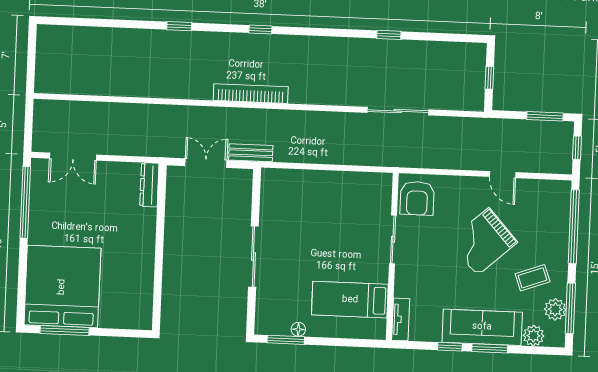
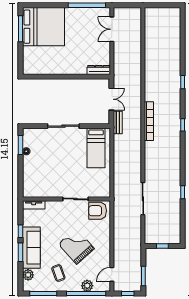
door: (503, 175) -> (112, 274), moved
bed: (350, 300) -> (96, 148), moved, turned 180
plant: (555, 309) -> (87, 286), moved

